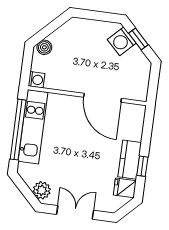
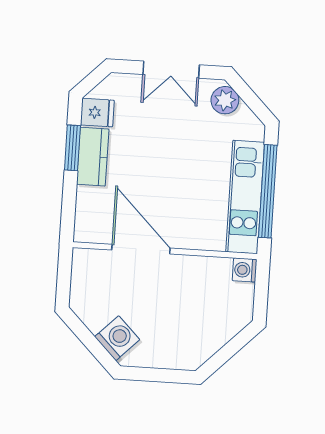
window: (138, 39) -> (92, 344), removed
boiler: (44, 47) -> (236, 321), removed
window: (142, 166) -> (72, 148), width x1.50

